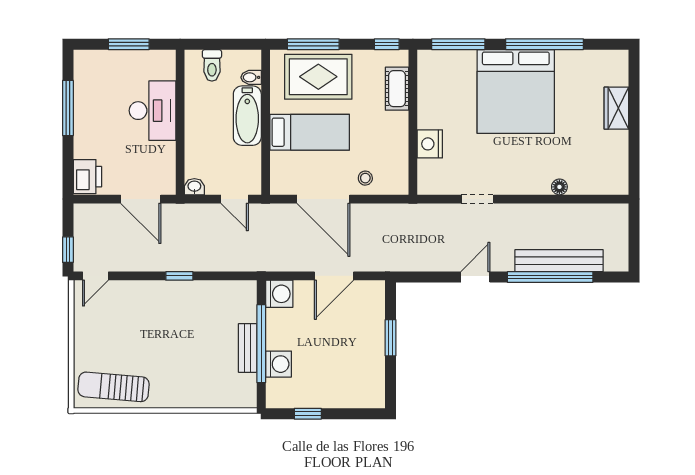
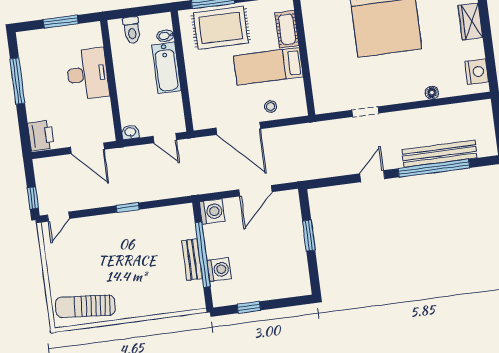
bed: (310, 132) -> (268, 66), moved, turned 180
nightstand: (430, 144) -> (477, 72), moved, turned 180

